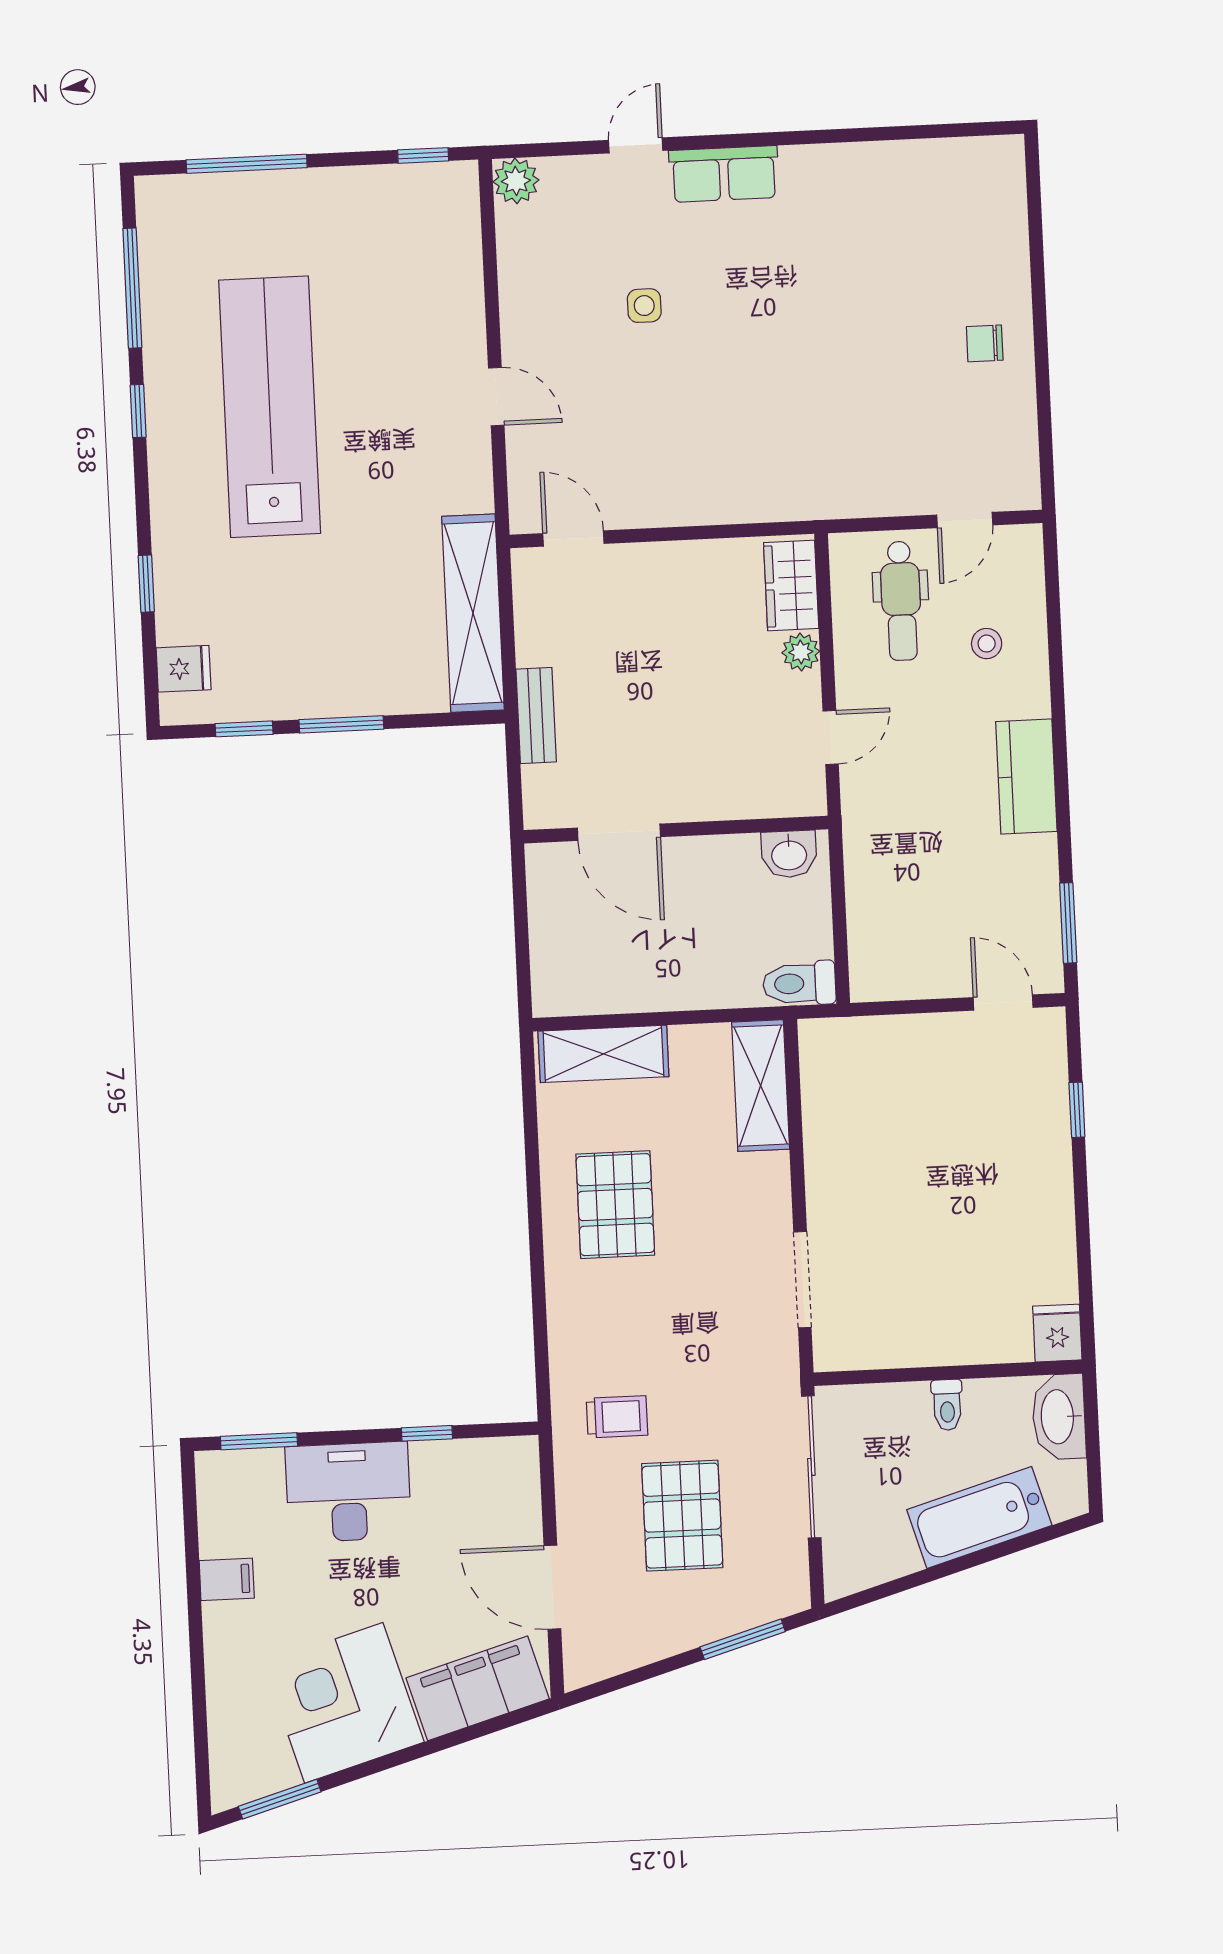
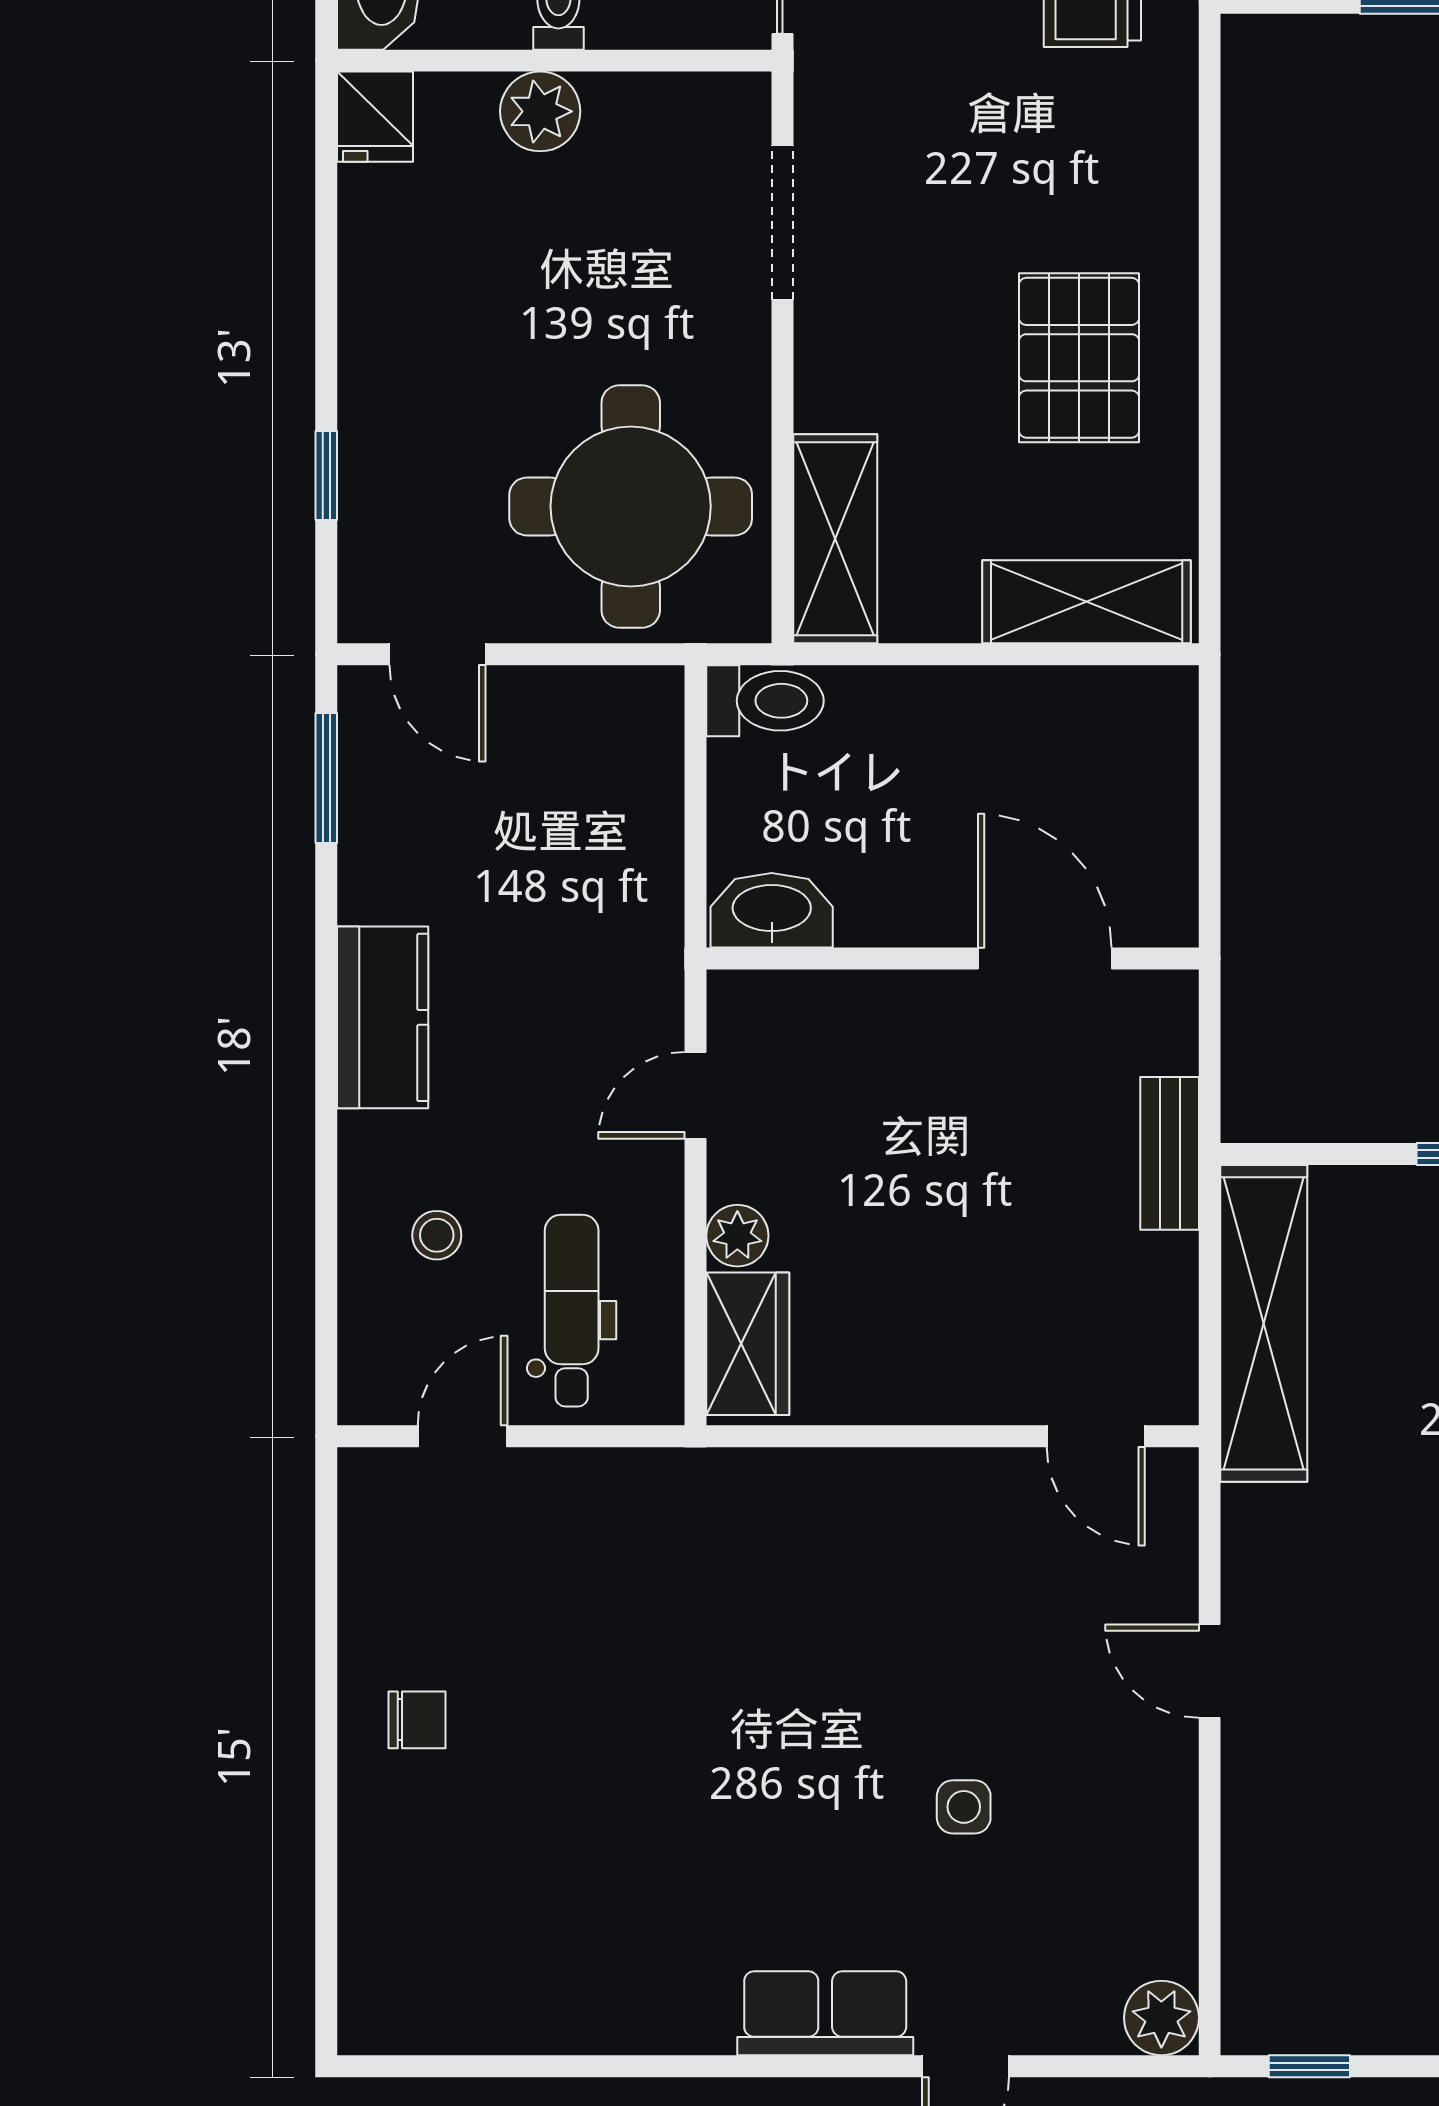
washbasin: (789, 854) -> (772, 910), width x1.38
round table: (888, 1100) -> (631, 506), added
plant: (955, 1341) -> (540, 111), added

